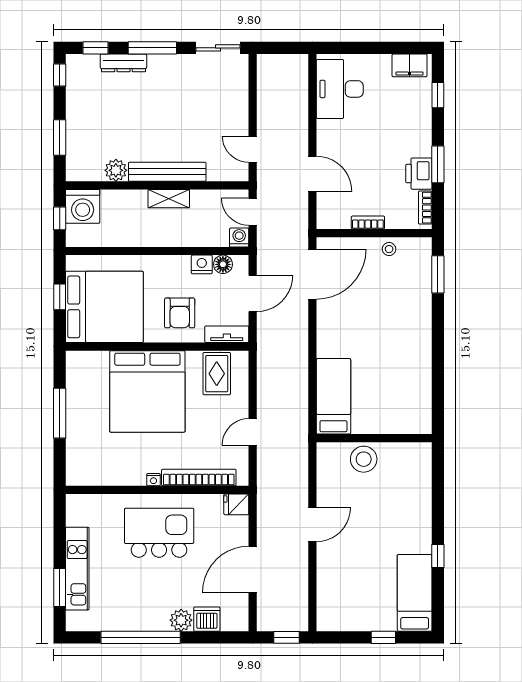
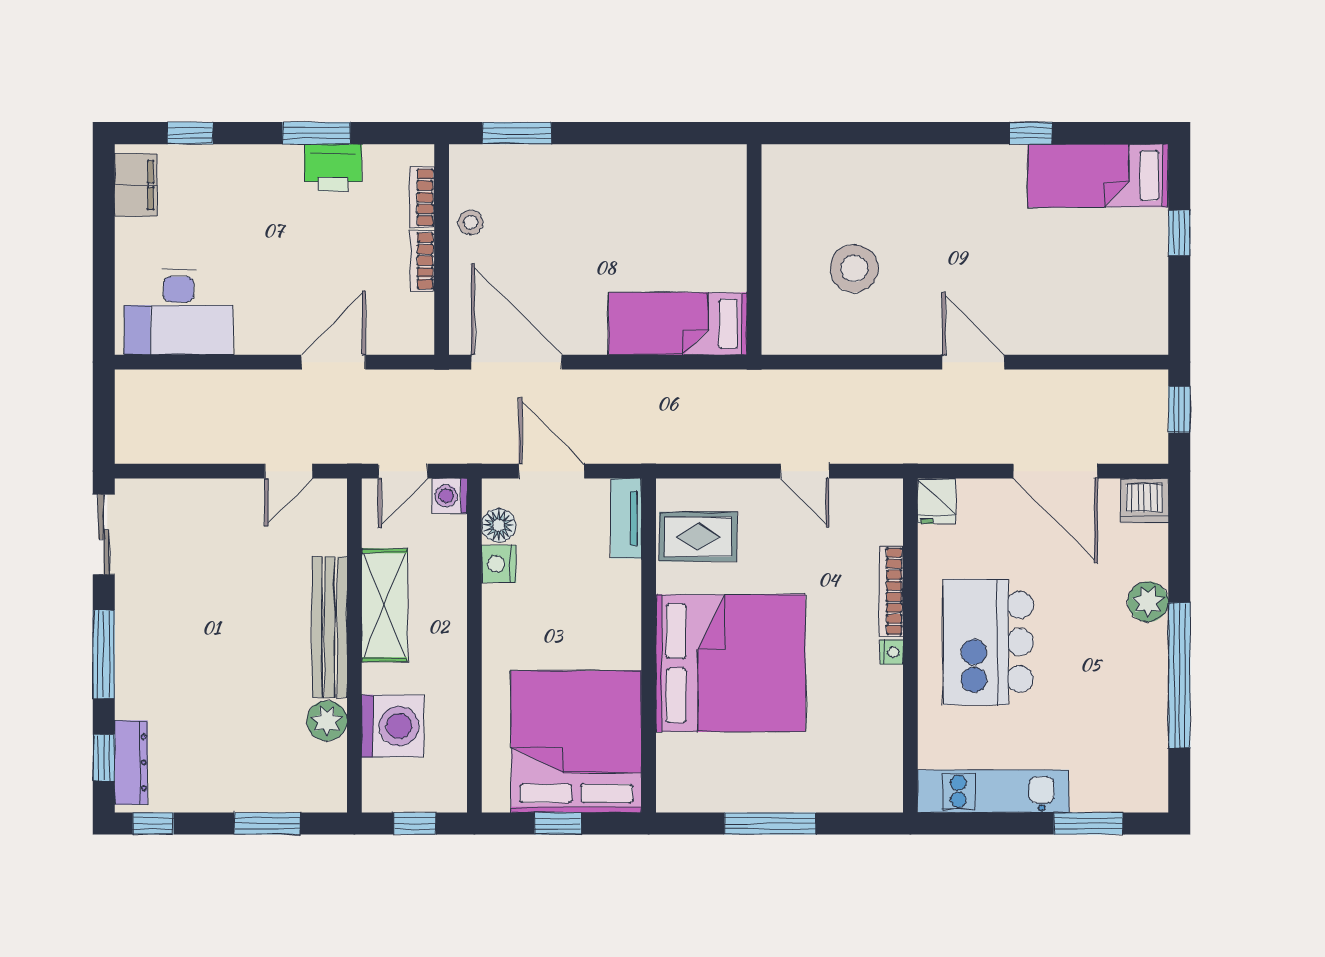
dresser: (123, 63) -> (131, 763), moved
shelving: (169, 199) -> (384, 605), width x1.50, depth x1.33
washing machine: (83, 206) -> (393, 726), moved
bookcase: (425, 208) -> (422, 197), moved, turned 90
armchair: (180, 313) -> (587, 604), removed
bed: (333, 396) -> (678, 324), moved
wall: (374, 438) -> (754, 249), moved
bookcase: (199, 478) -> (891, 591), width x0.68, depth x0.76
kitchen unit: (77, 569) -> (993, 791), moved
dishwasher: (207, 619) -> (1144, 501), moved, turned -90

